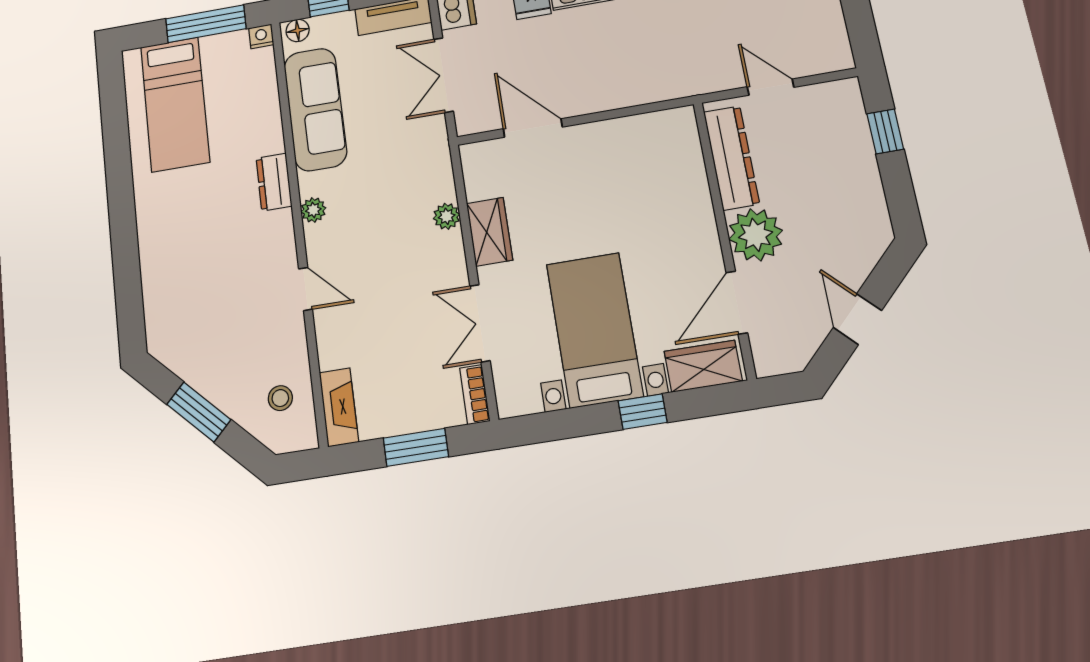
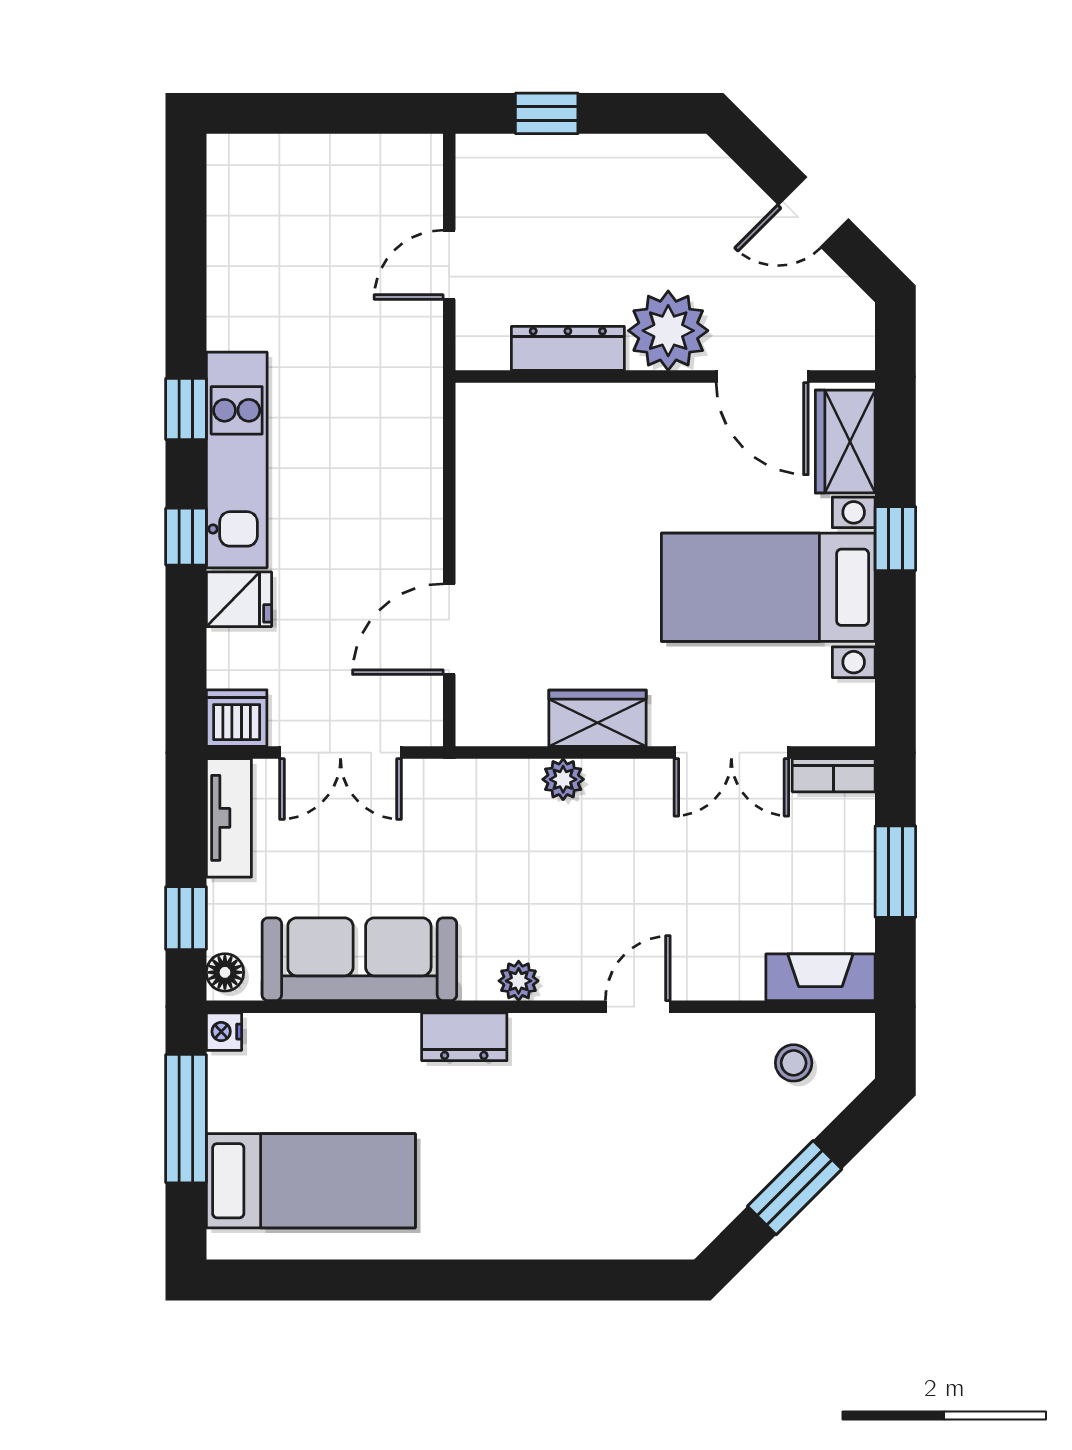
dresser: (731, 158) -> (568, 348), width x0.73, depth x0.80

